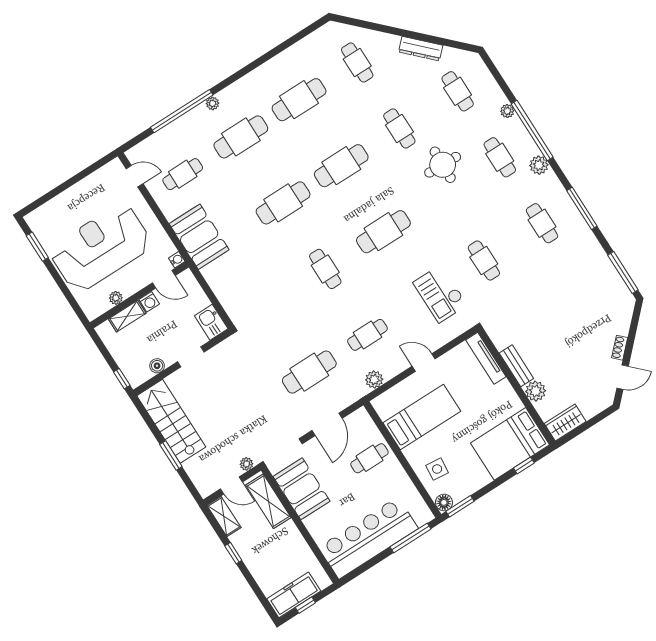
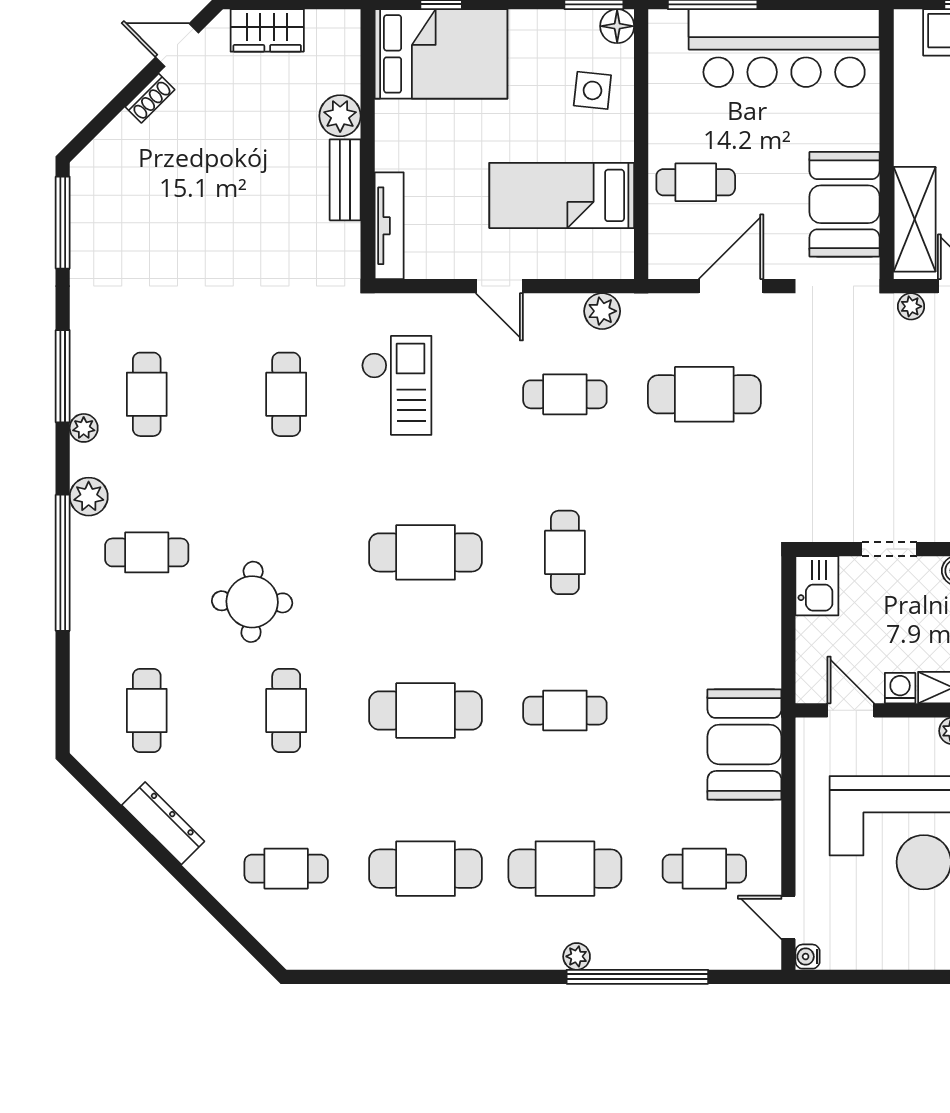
cafe table: (357, 63) -> (286, 869), turned 90
plant: (507, 111) -> (84, 428), moved
cafe table: (500, 157) -> (147, 552), turned 90
cafe table: (283, 203) -> (565, 711), width x0.73, depth x0.74
water cooler: (177, 260) -> (808, 957), moved
wardrobe: (565, 422) -> (267, 30), moved

